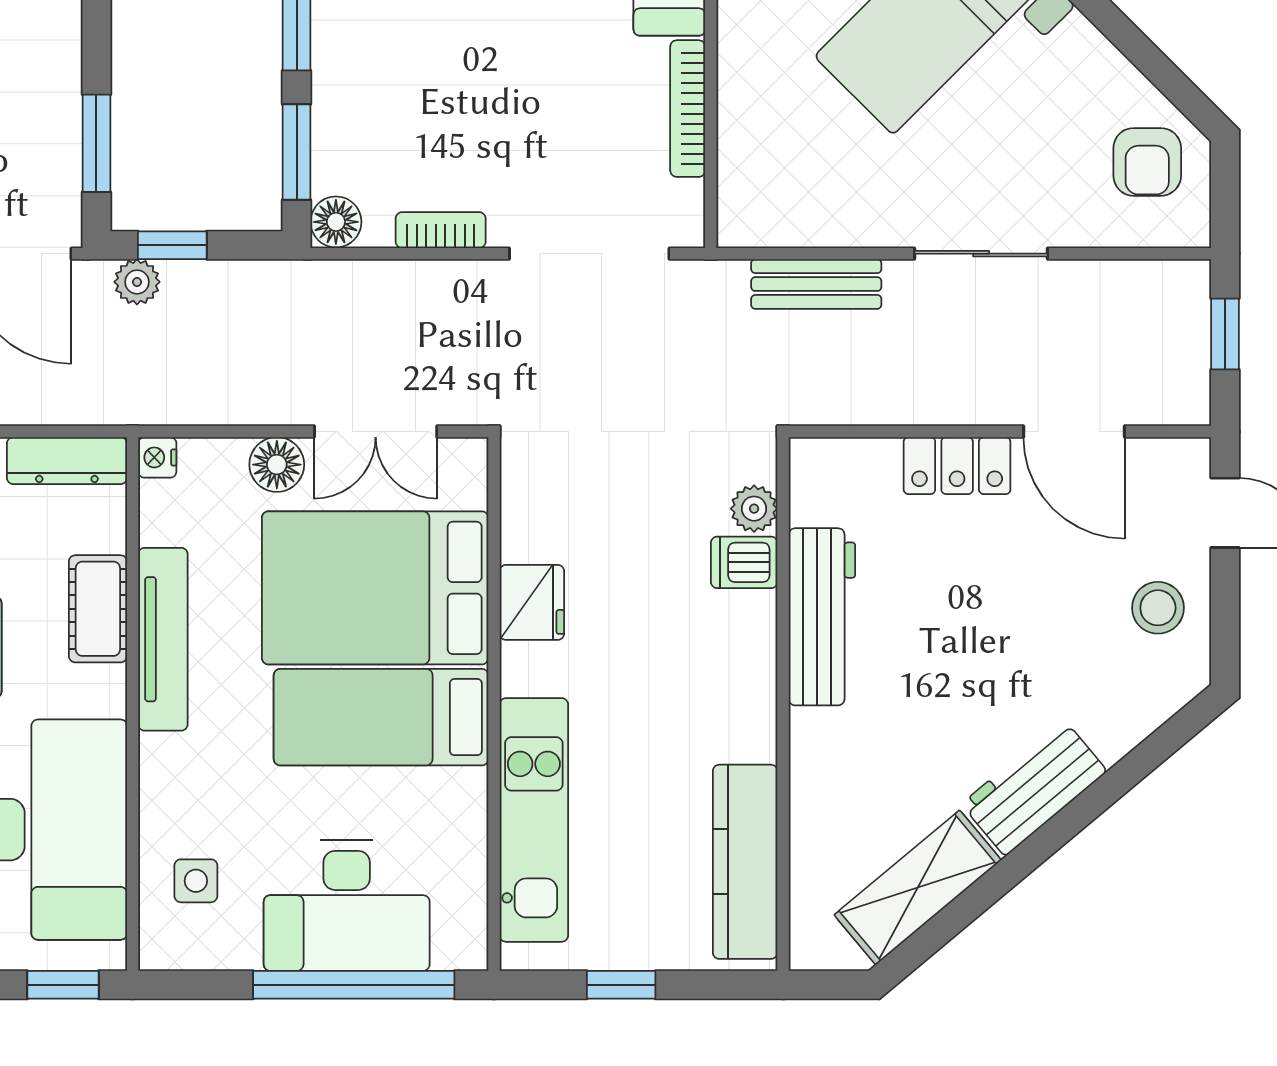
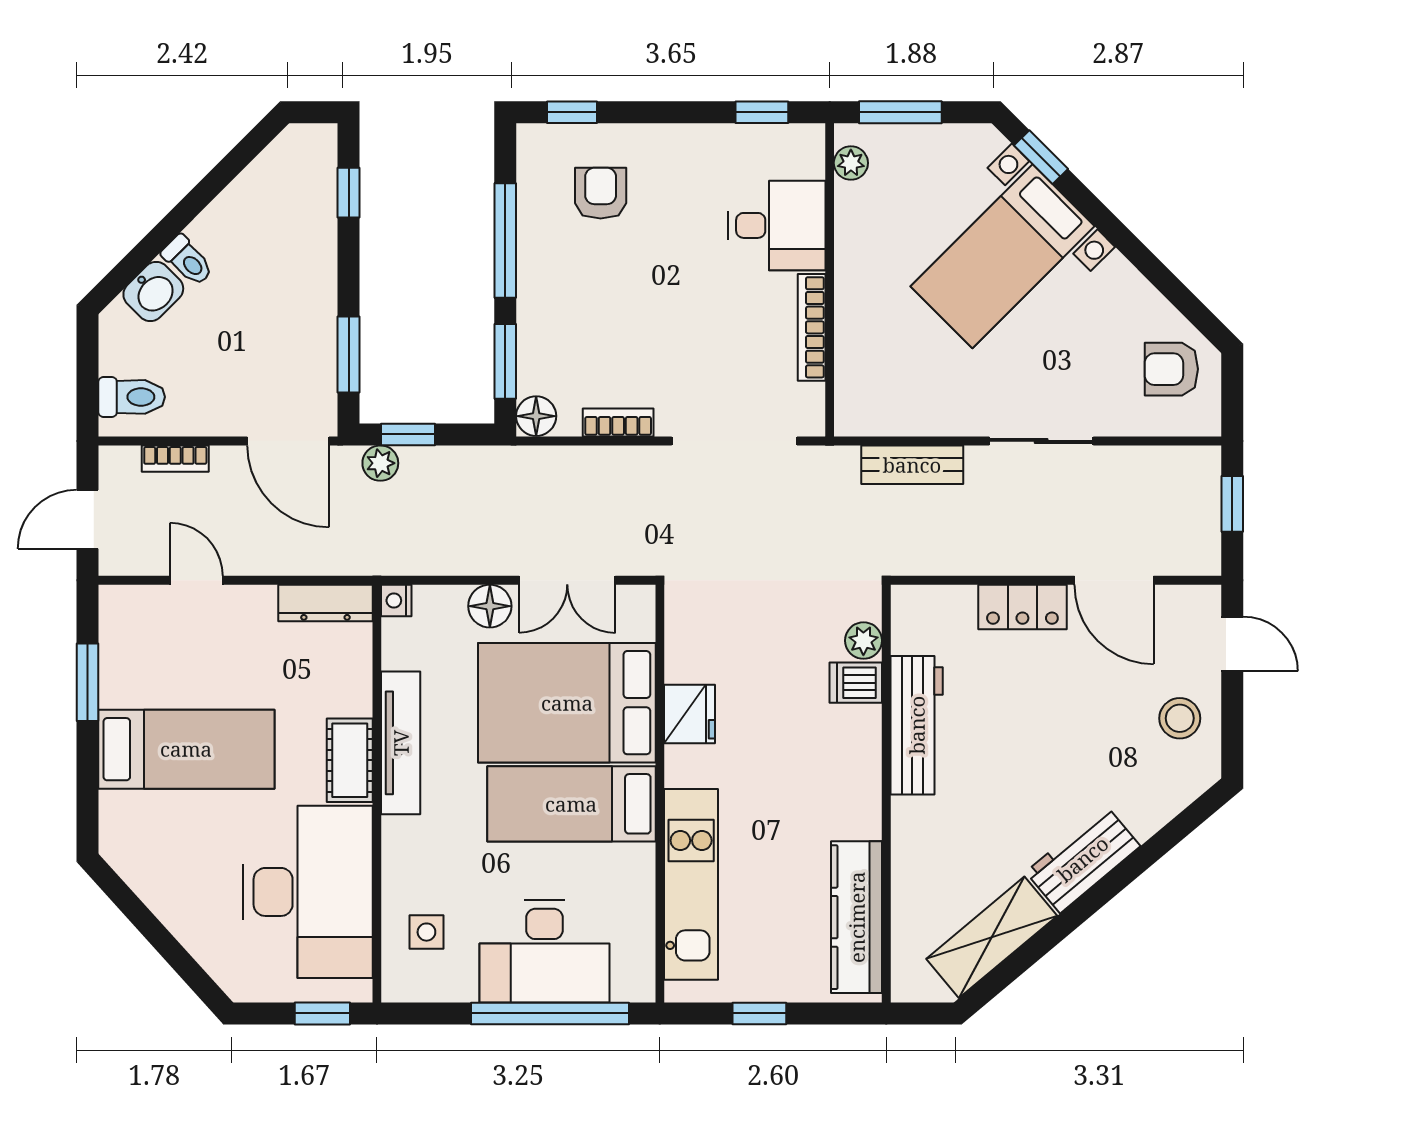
armchair: (1147, 162) -> (1171, 369), turned 90
cot: (98, 609) -> (350, 760), moved

